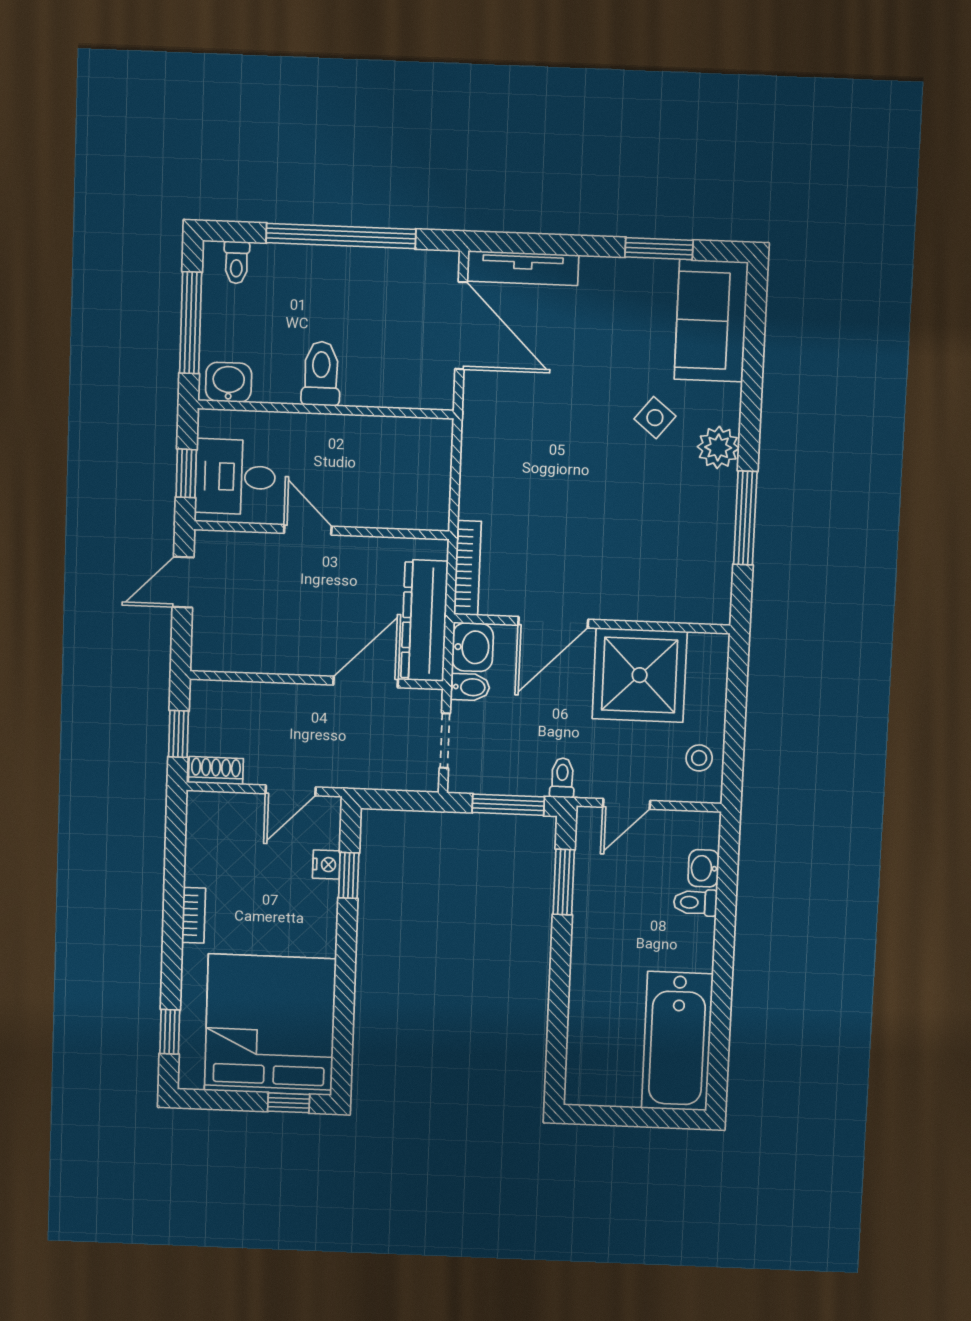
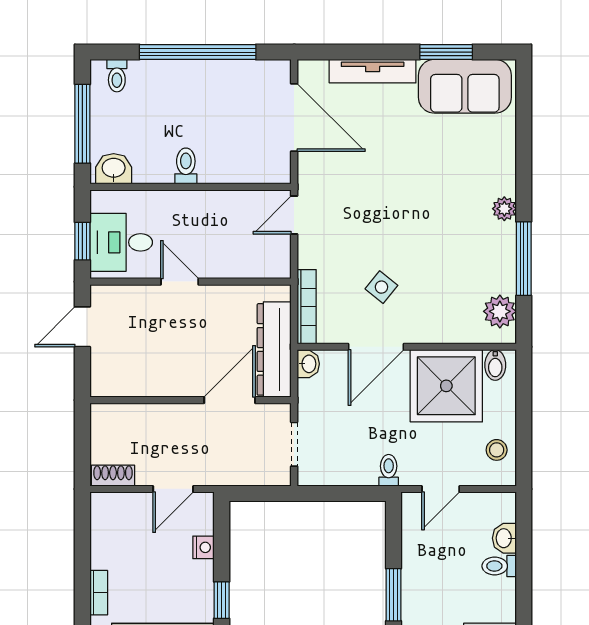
tv unit: (523, 268) -> (373, 71), moved
sofa: (711, 321) -> (465, 86), moved, turned -90
toilet: (321, 374) -> (186, 166), width x0.73, depth x0.72
side table: (655, 418) -> (381, 287), moved
plant: (718, 447) -> (504, 209), width x0.73, depth x0.73
door: (456, 451) -> (294, 215), added
plant: (712, 584) -> (500, 311), added
washbasin: (473, 647) -> (308, 364), width x0.72, depth x0.69
bidet: (470, 687) -> (495, 365), moved, turned 90
window: (178, 734) -> (82, 447), removed
window: (508, 805) -> (347, 493), removed
window: (349, 875) -> (222, 600), moved
window: (564, 882) -> (393, 595), moved

